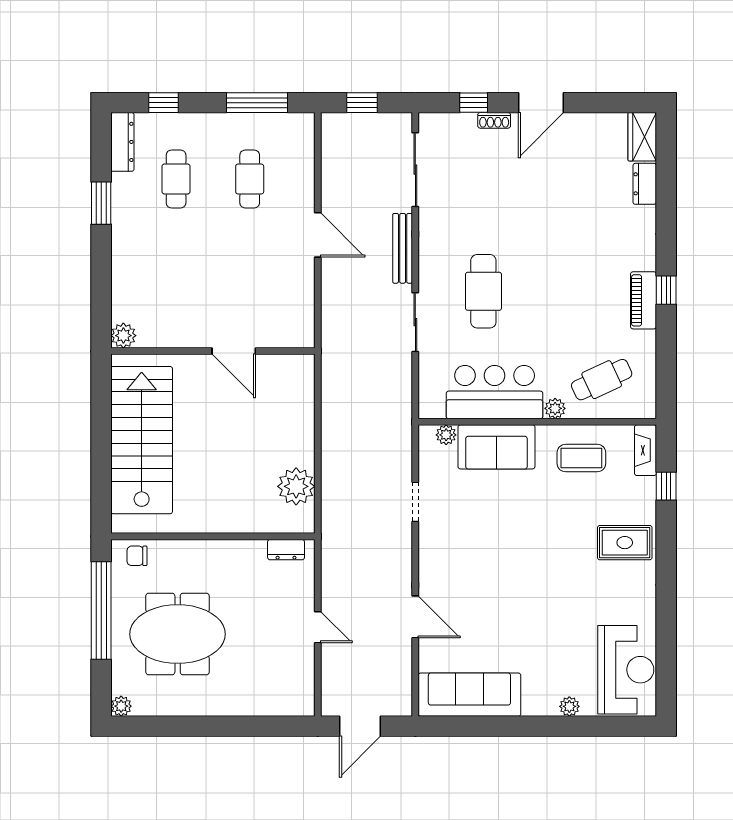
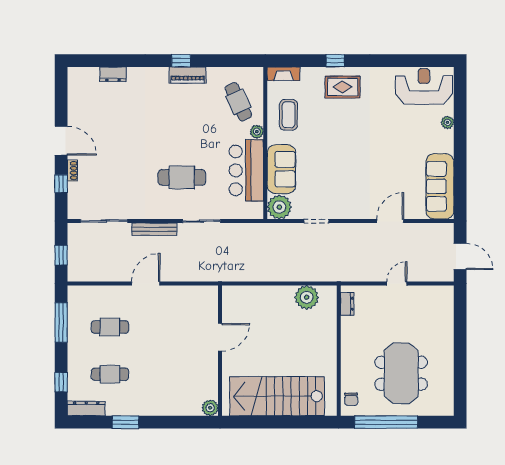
wardrobe: (642, 137) -> (83, 76), removed
plant: (446, 435) -> (279, 207), width x1.87, depth x1.87
window: (666, 486) -> (335, 61), moved
rug: (625, 543) -> (343, 87), turned 90
plant: (121, 706) -> (447, 409), removed

